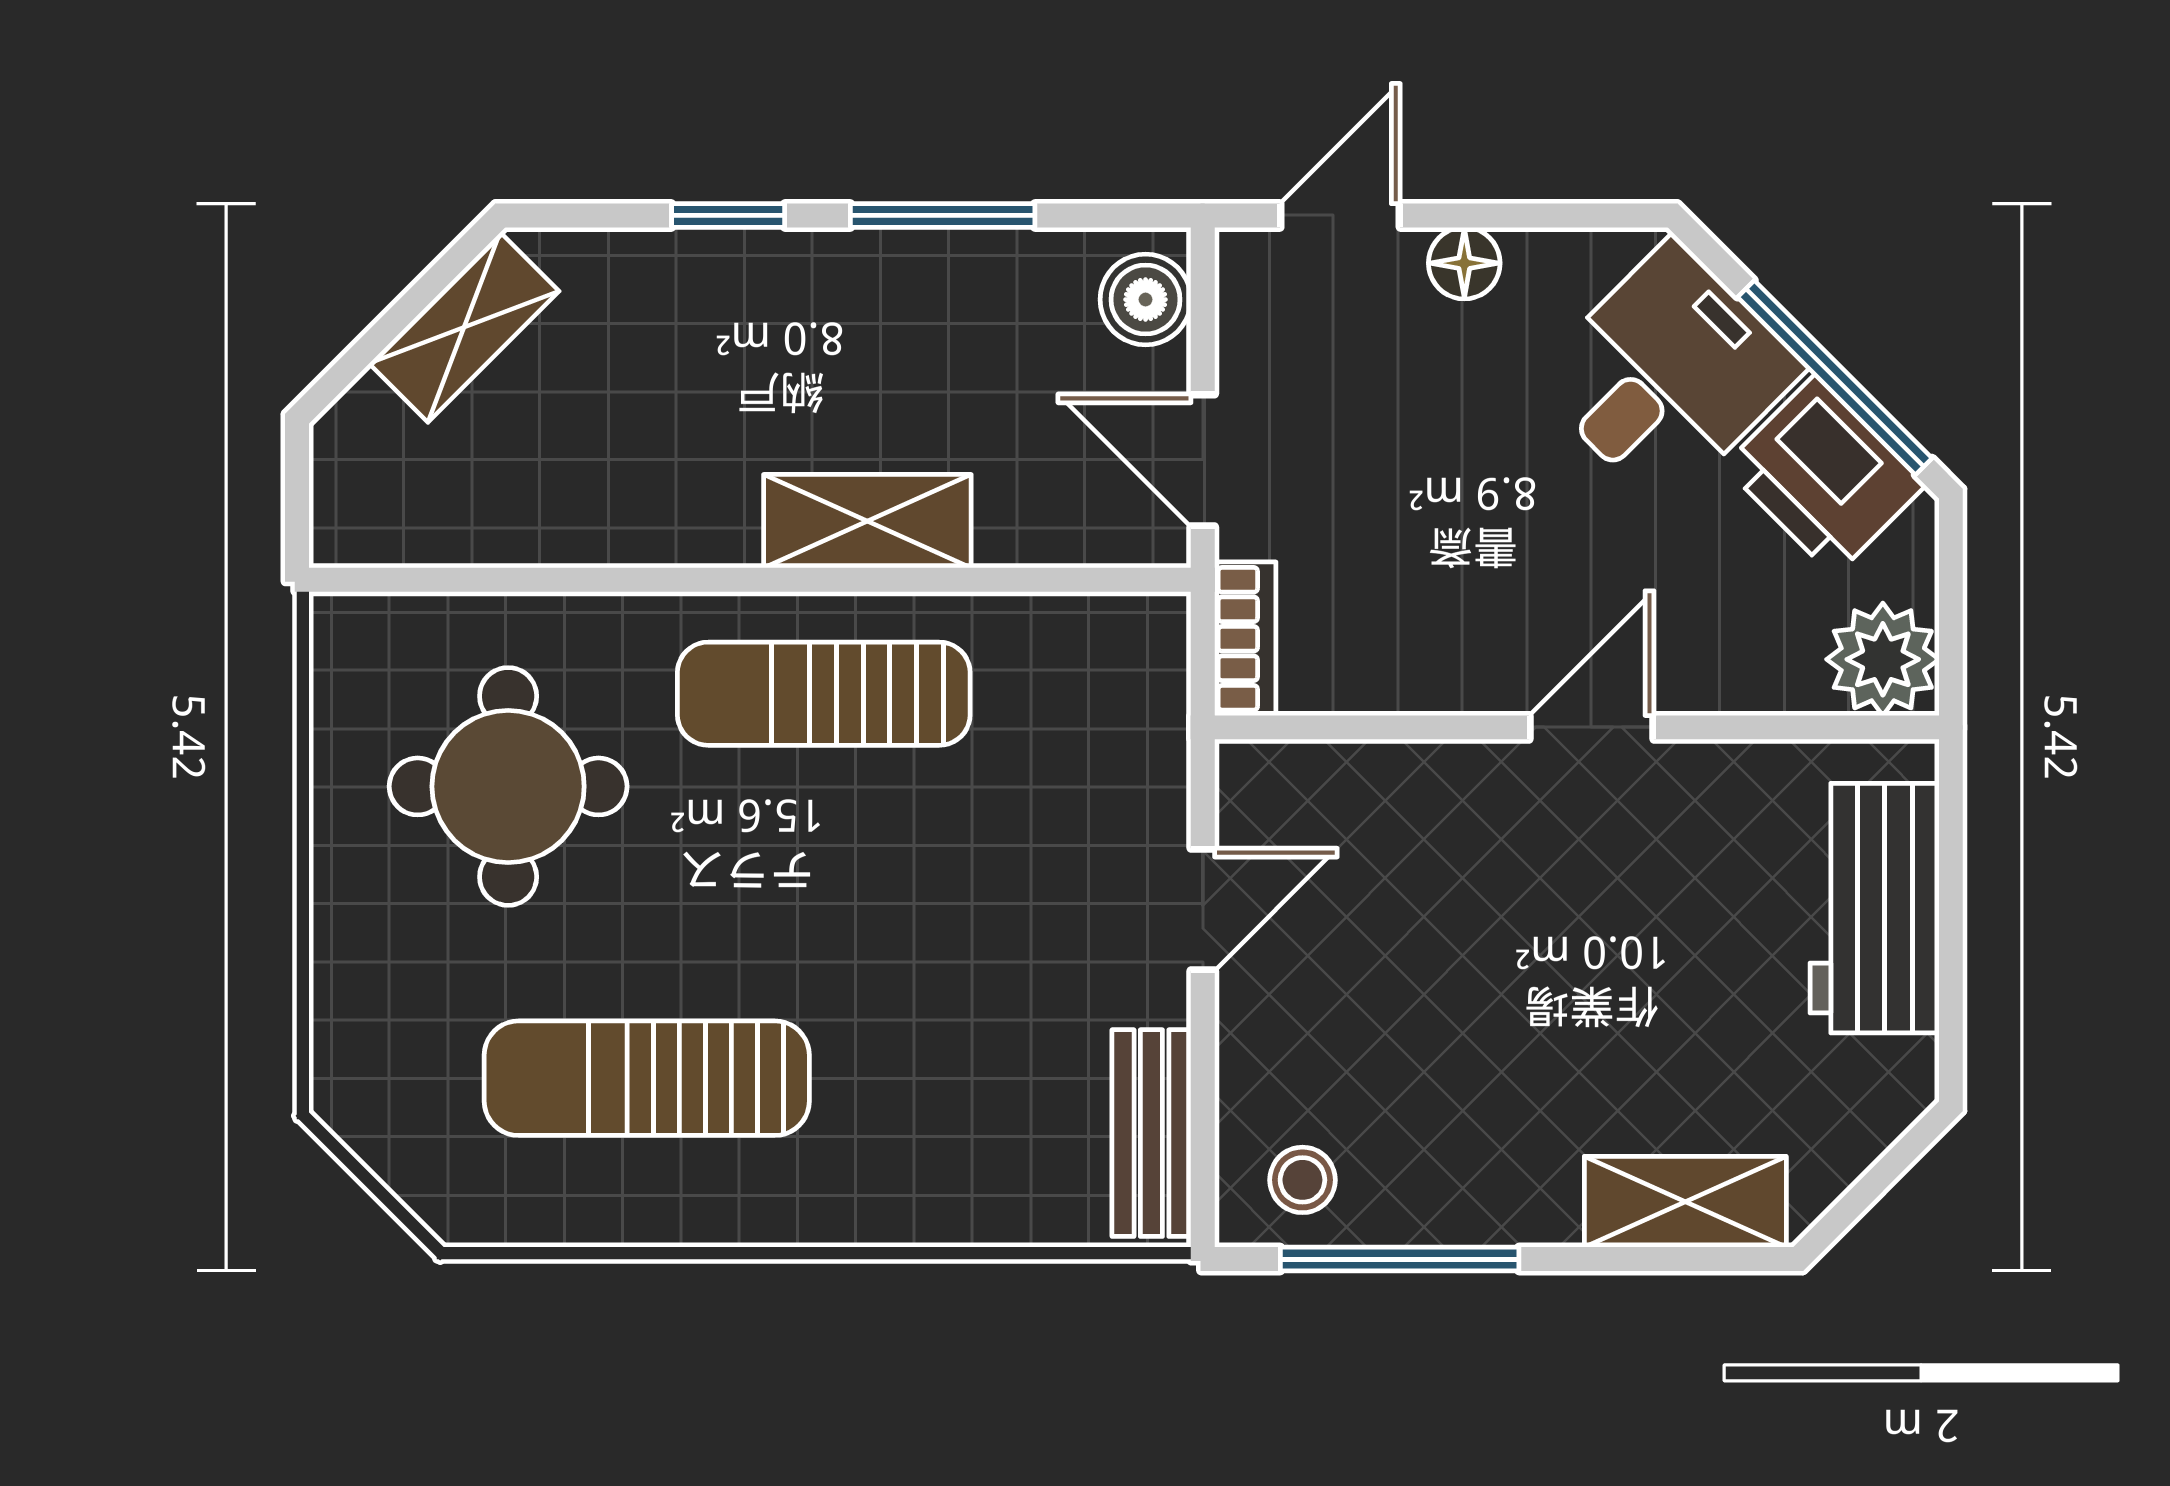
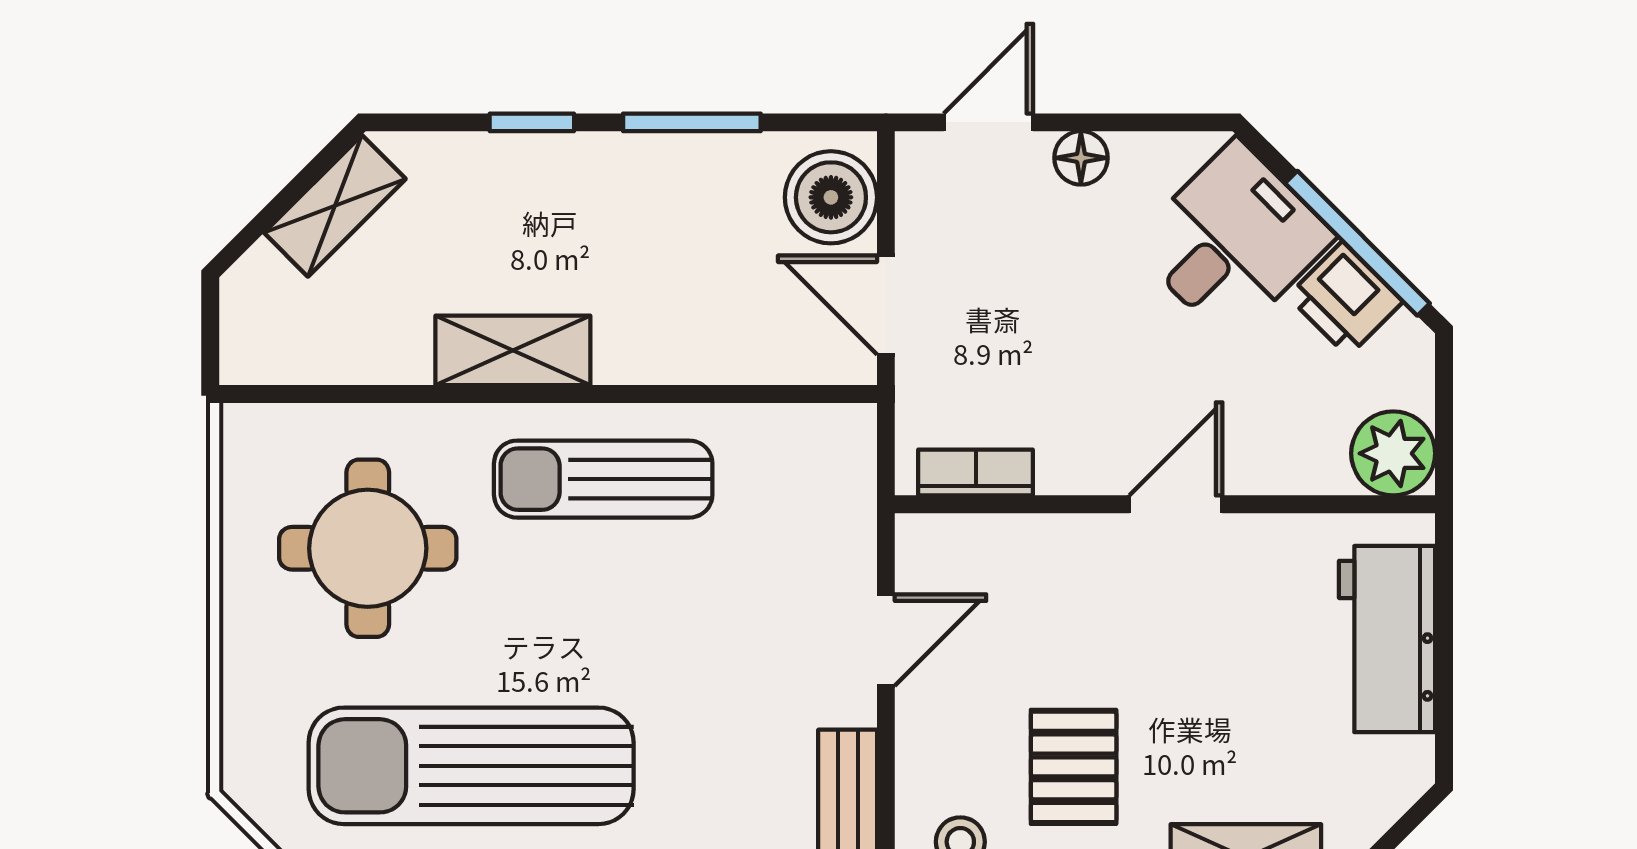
boiler: (1146, 300) -> (831, 197), width x1.36, depth x1.36
printer: (1824, 476) -> (1345, 299), width x0.73, depth x0.81
shelving: (867, 521) -> (513, 350), moved
bookcase: (1245, 639) -> (976, 472), moved, turned -90
sun lounger: (647, 1078) -> (471, 766), width x1.36, depth x1.34
pallet: (1454, 1080) -> (1074, 767), added

